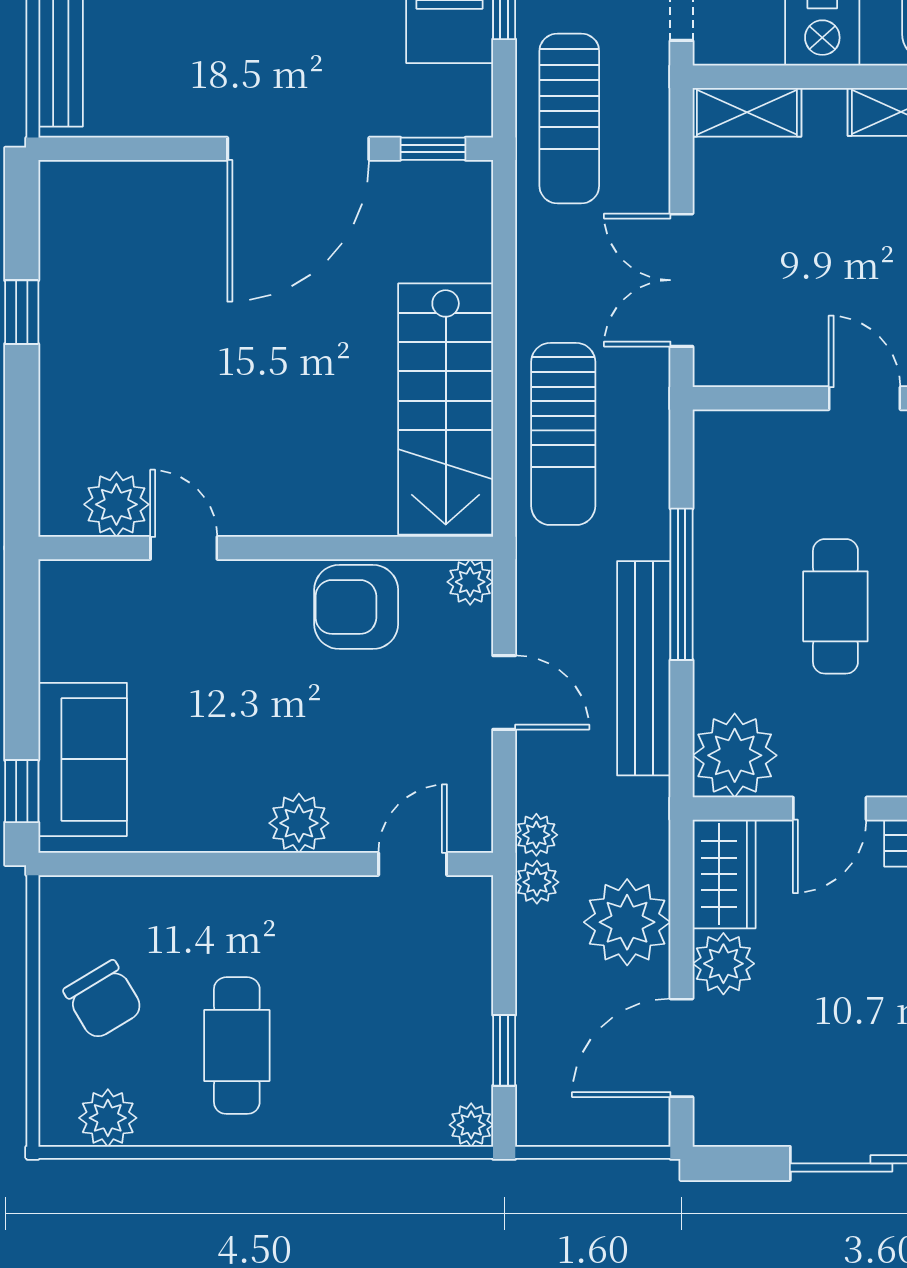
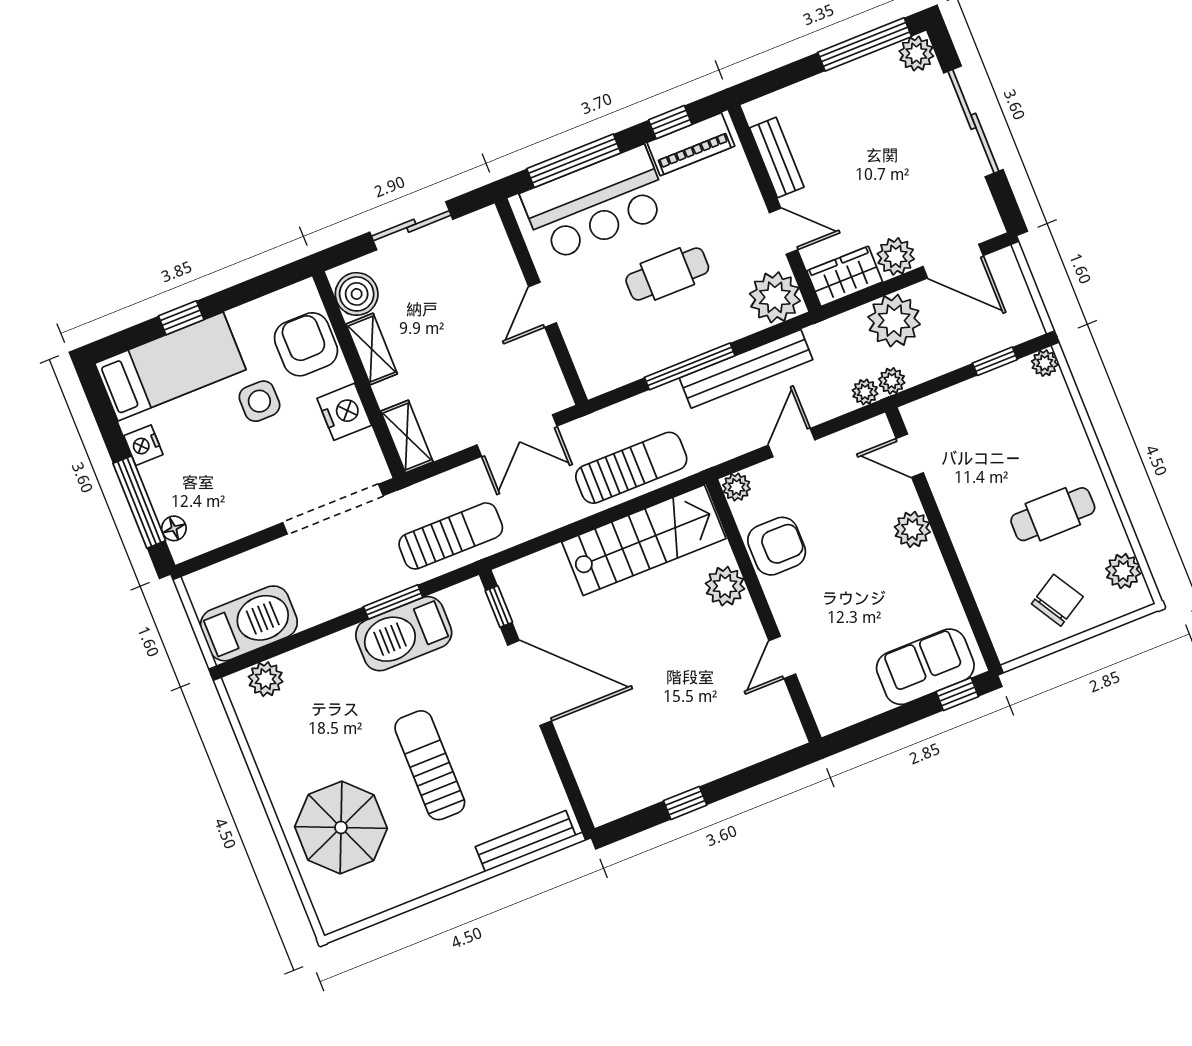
plant: (116, 504) -> (725, 586), moved
armchair: (356, 607) -> (777, 546), turned -90

